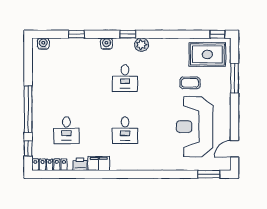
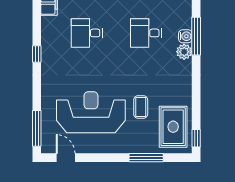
window: (128, 34) -> (196, 36), width x2.17
water cooler: (106, 44) -> (185, 36), moved
window: (144, 174) -> (37, 54), added
window: (209, 174) -> (37, 128), width x1.44

